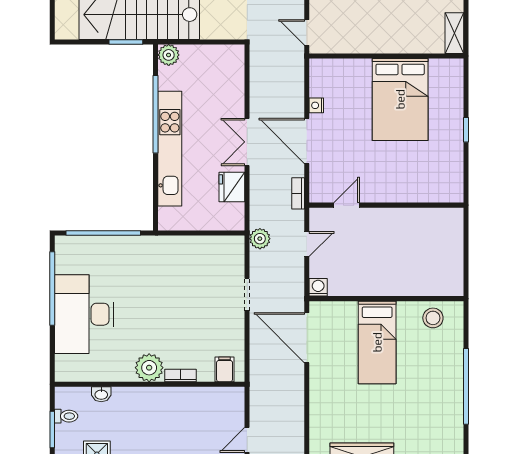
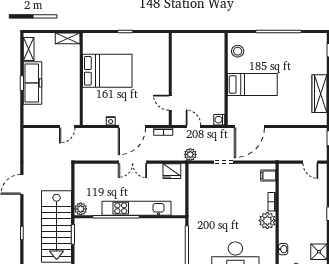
fridge: (232, 187) -> (172, 171), moved

